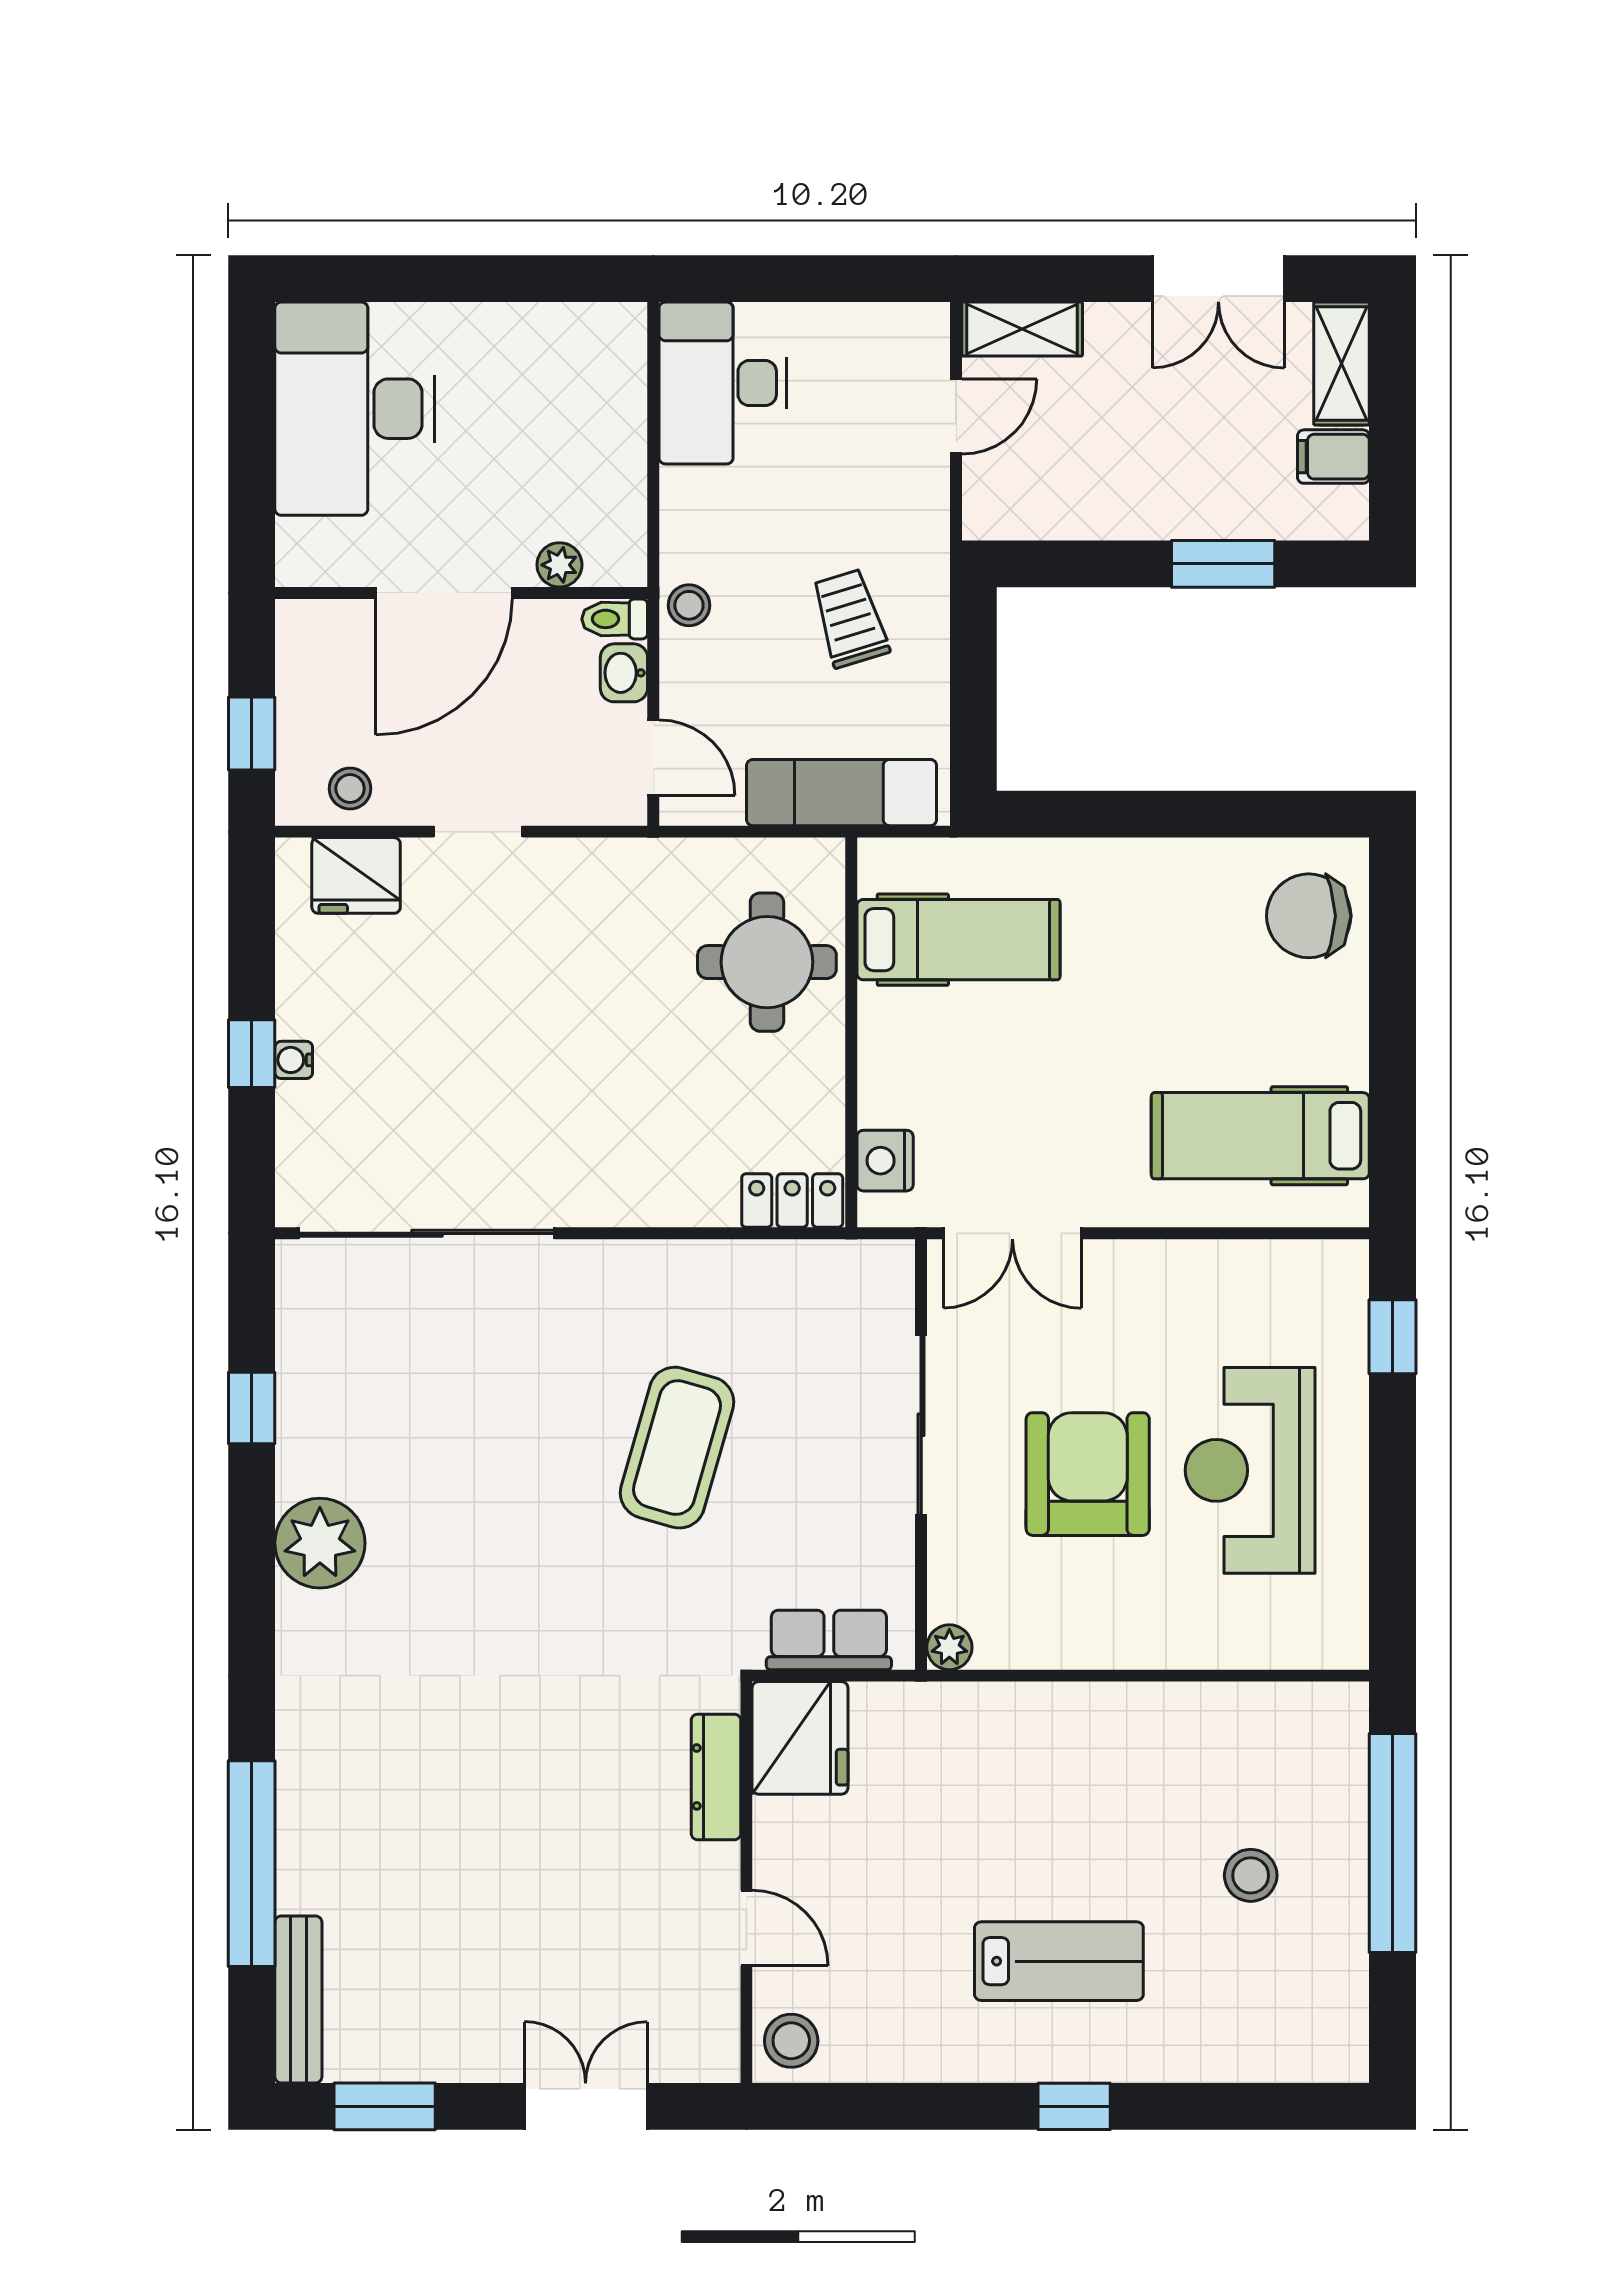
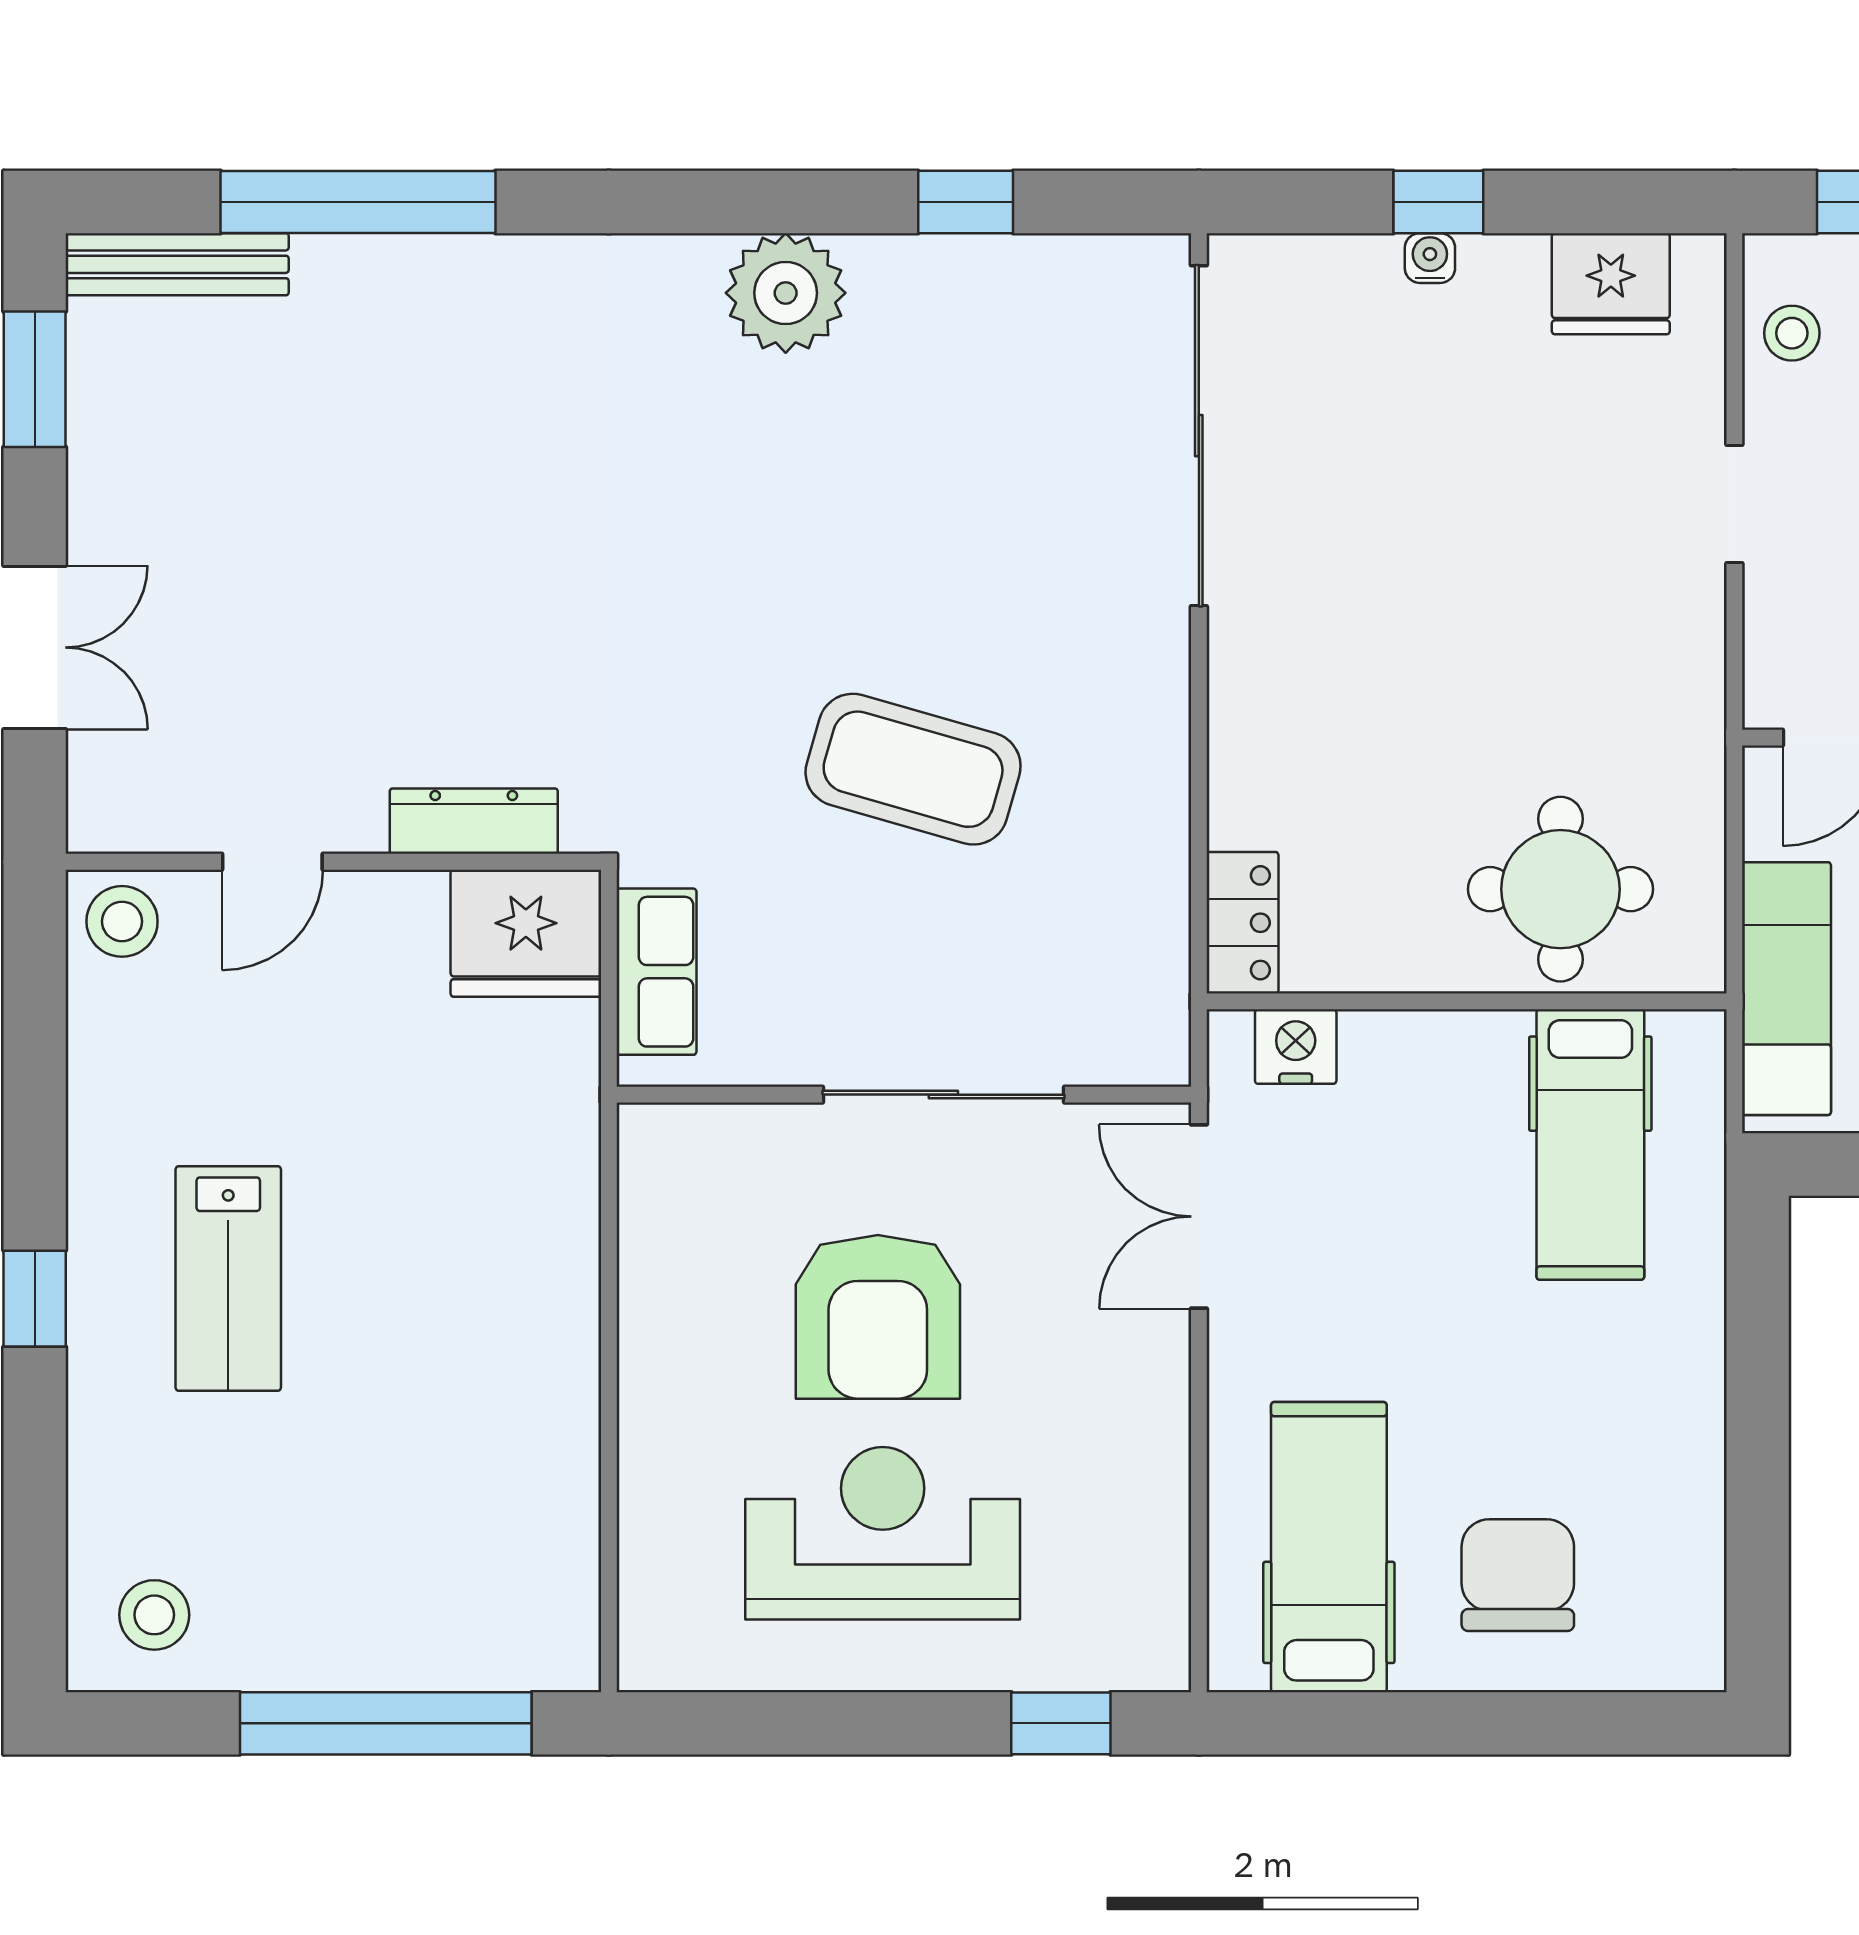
fridge: (356, 875) -> (1611, 284), moved, turned -90
chair: (1309, 916) -> (1518, 1575), moved
armchair: (1088, 1474) -> (878, 1317), turned 90
plant: (949, 1647) -> (647, 1132), removed
stool: (1251, 1875) -> (154, 1615), moved

